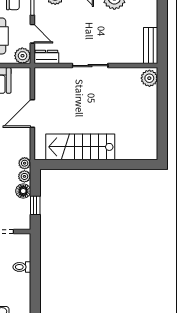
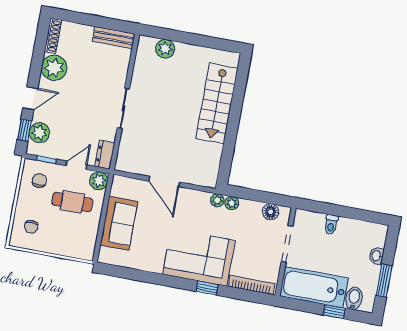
plant: (149, 78) -> (165, 49), moved
stairs: (80, 147) -> (217, 103), moved
floor lamp: (23, 191) -> (271, 212), moved
window: (35, 205) -> (266, 197), removed

